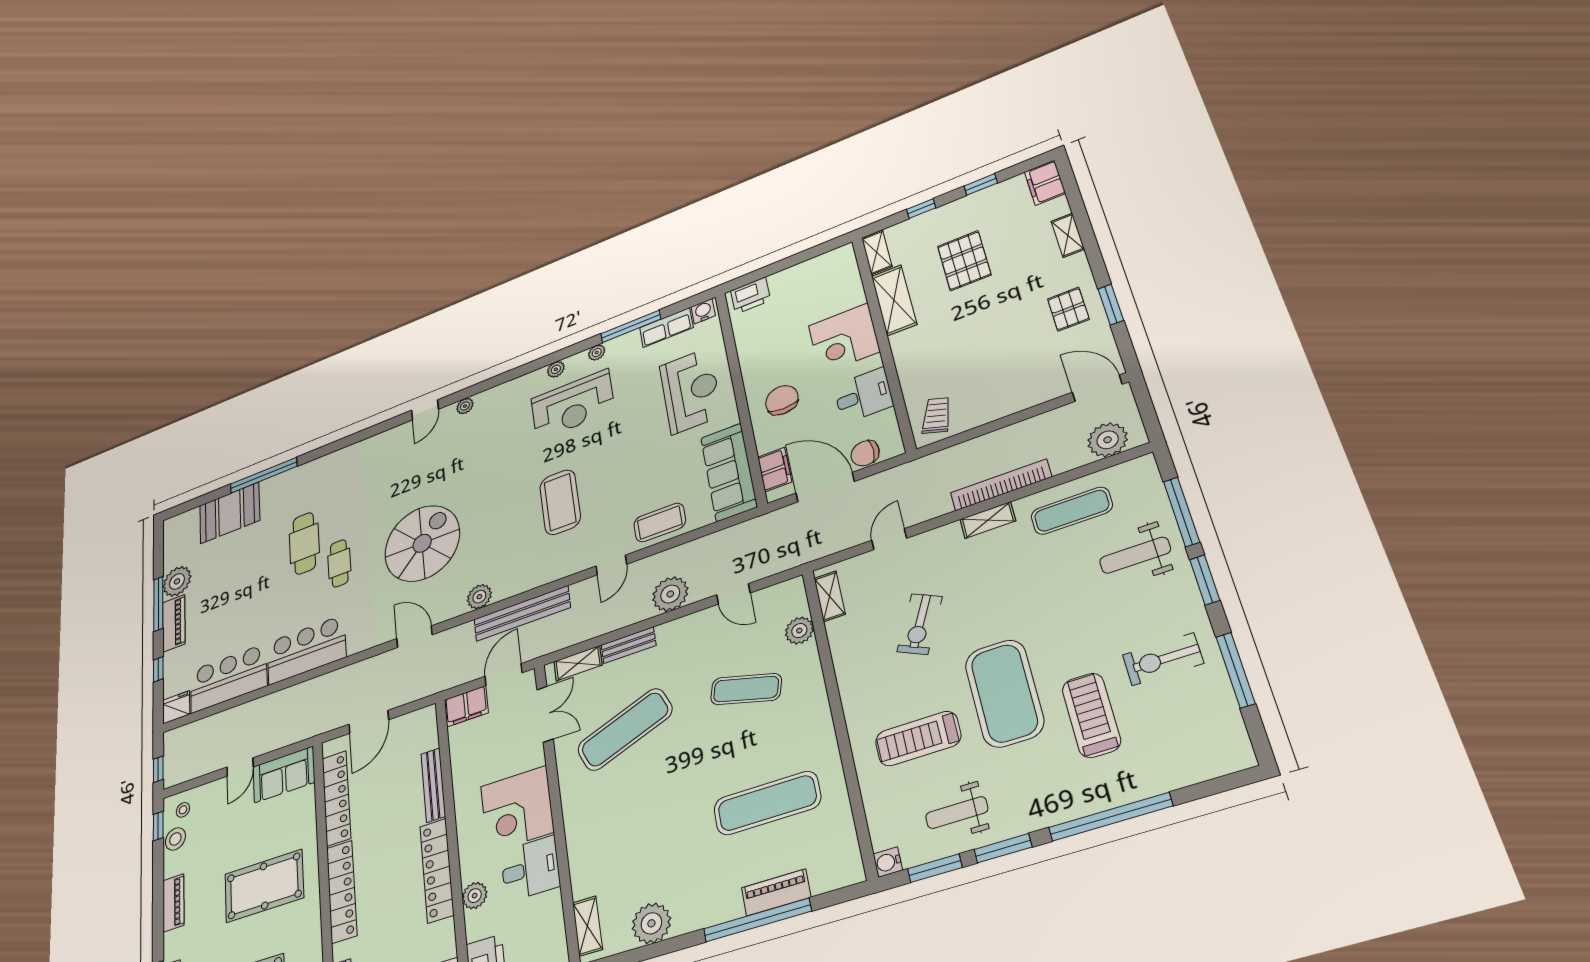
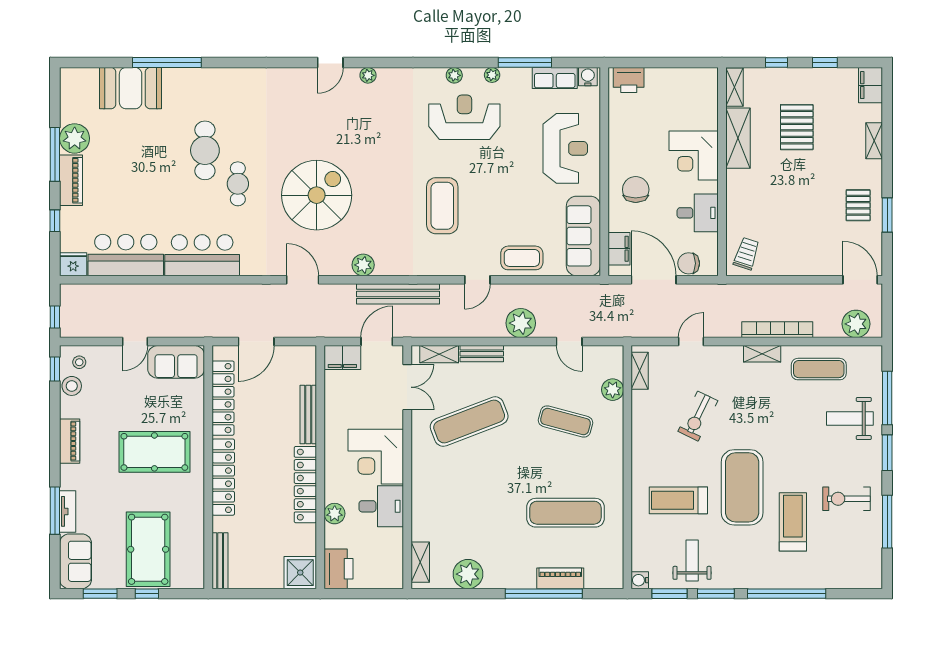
reception desk: (573, 405) -> (464, 117), turned 180
weight bench: (957, 813) -> (692, 560), turned 90

